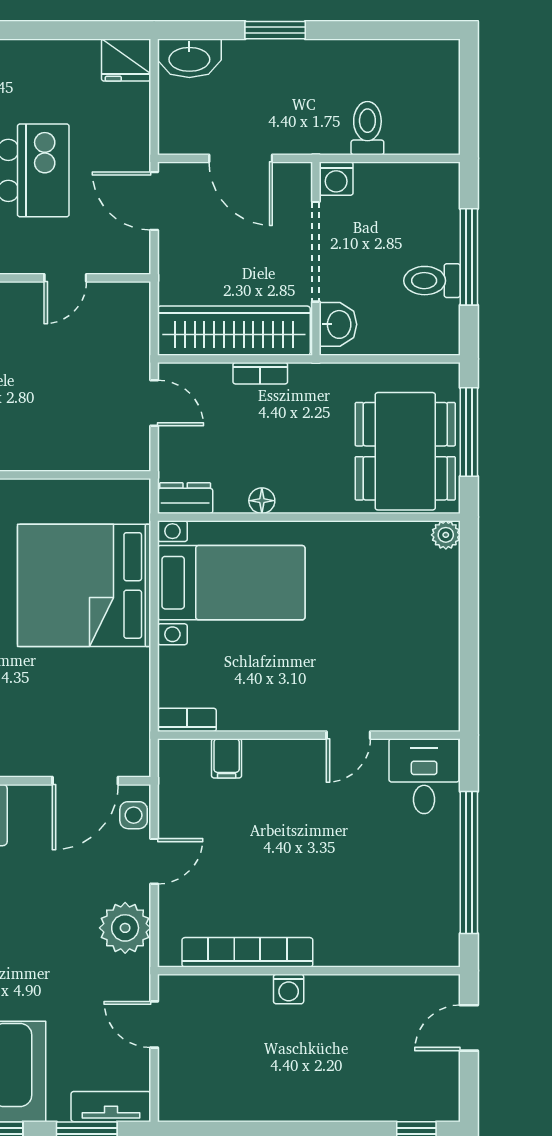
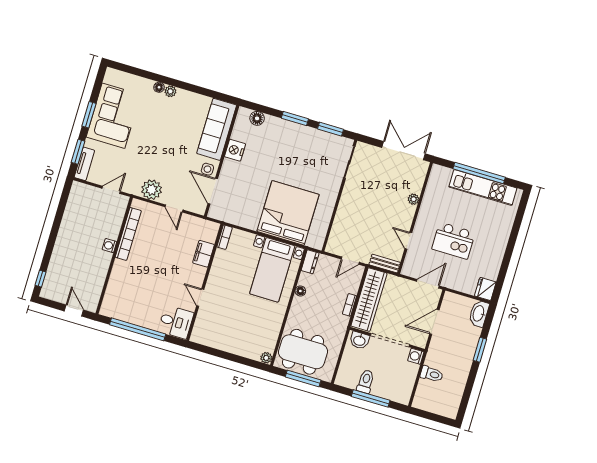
bench: (137, 319) -> (385, 264), added
filing cabinet: (227, 758) -> (204, 254), width x2.00
side table: (134, 815) -> (207, 169), moved

